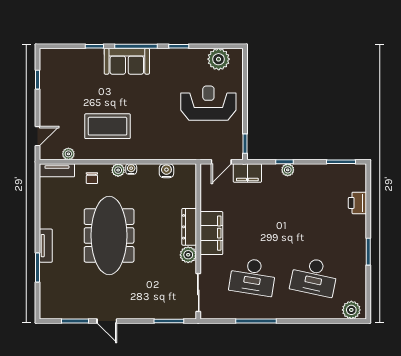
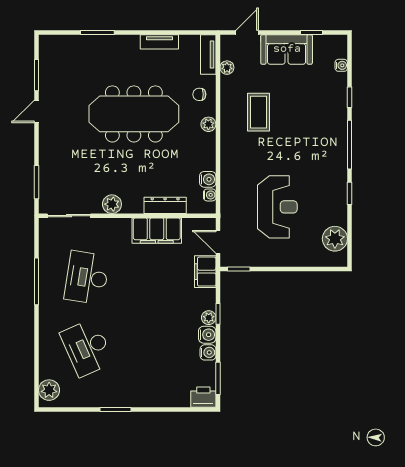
water cooler: (66, 54) -> (341, 65), added
sofa: (127, 61) -> (287, 49), moved, turned -90
reception desk: (208, 103) -> (277, 207), moved
coffee table: (108, 126) -> (258, 112), width x0.73, depth x0.76
door: (38, 136) -> (247, 32), swing flipped
water cooler: (131, 169) -> (210, 195), moved
water cooler: (318, 170) -> (208, 352), added
water cooler: (303, 171) -> (207, 335), added
printer: (357, 203) -> (203, 397), moved
dresser: (189, 227) -> (165, 205), moved
filing cabinet: (211, 233) -> (157, 231), moved
tv unit: (46, 246) -> (159, 42), moved
desk: (314, 277) -> (87, 348), turned -36

